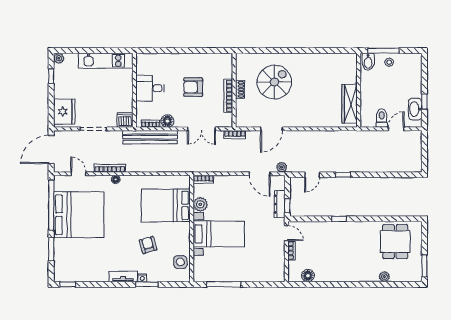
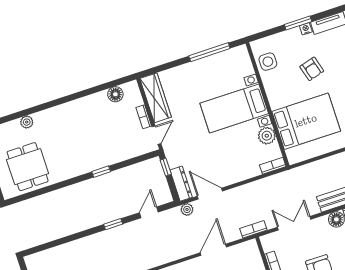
dresser: (280, 204) -> (181, 184), moved
door: (286, 233) -> (156, 135), swing flipped
wardrobe: (277, 262) -> (156, 98), added

